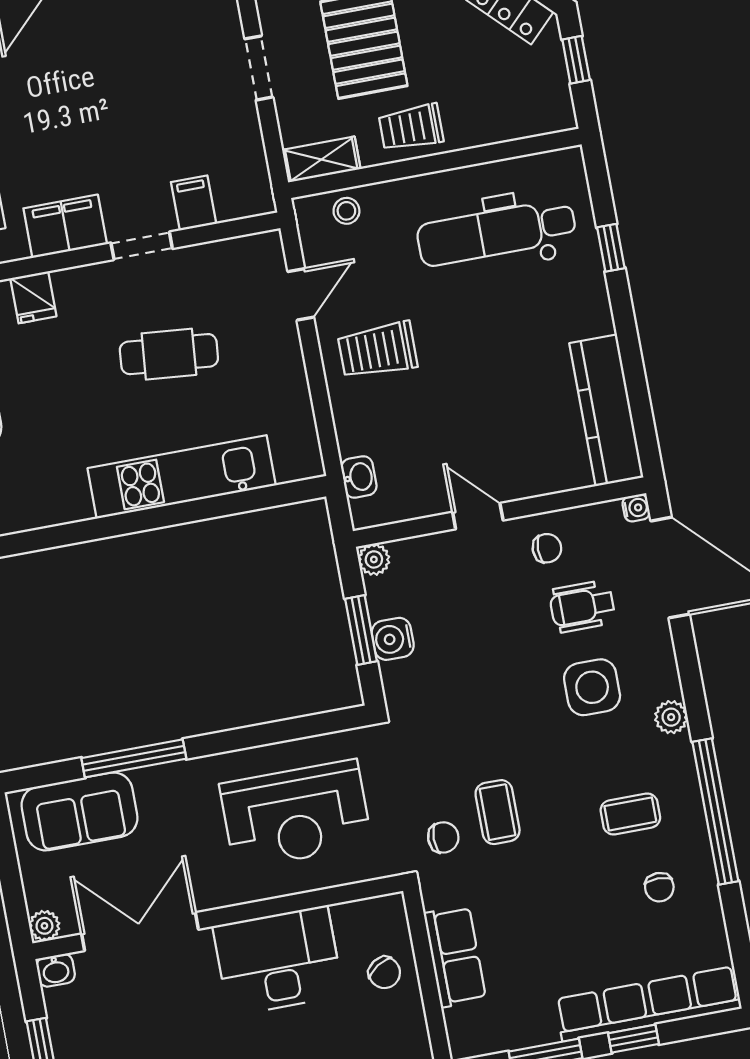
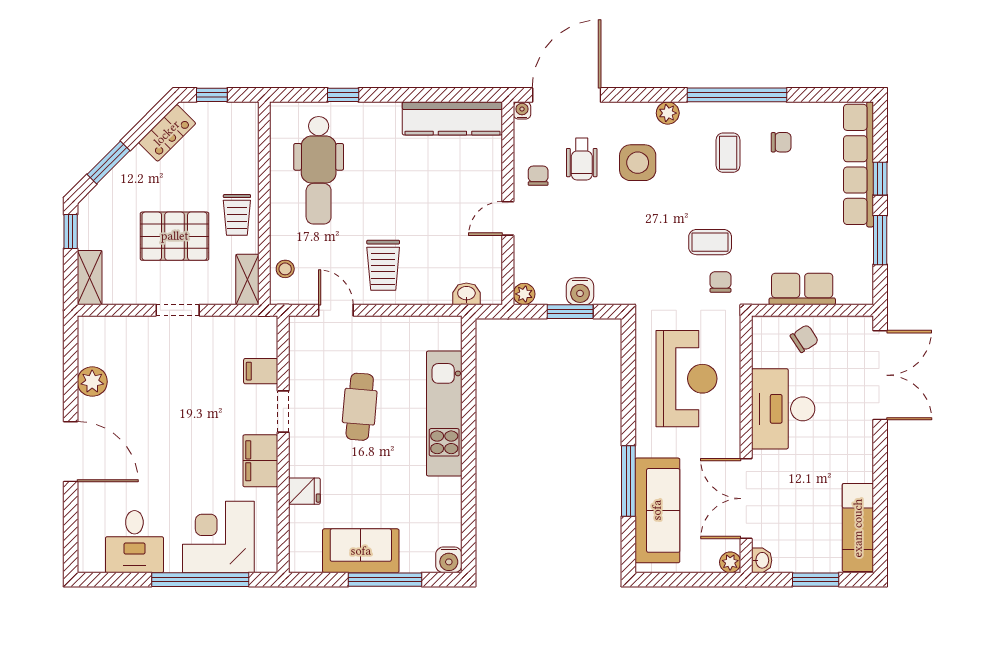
sofa: (80, 812) -> (657, 510), width x1.36

